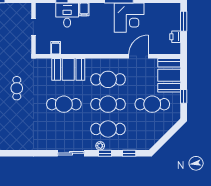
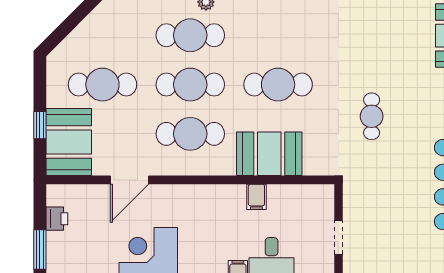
filing cabinet: (56, 48) -> (256, 197), moved
window: (184, 96) -> (40, 125), moved

